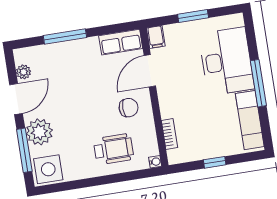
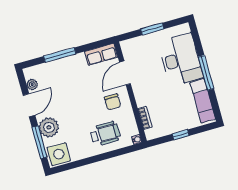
filing cabinet: (156, 37) -> (127, 48), removed
chair: (129, 108) -> (113, 102), turned 90

